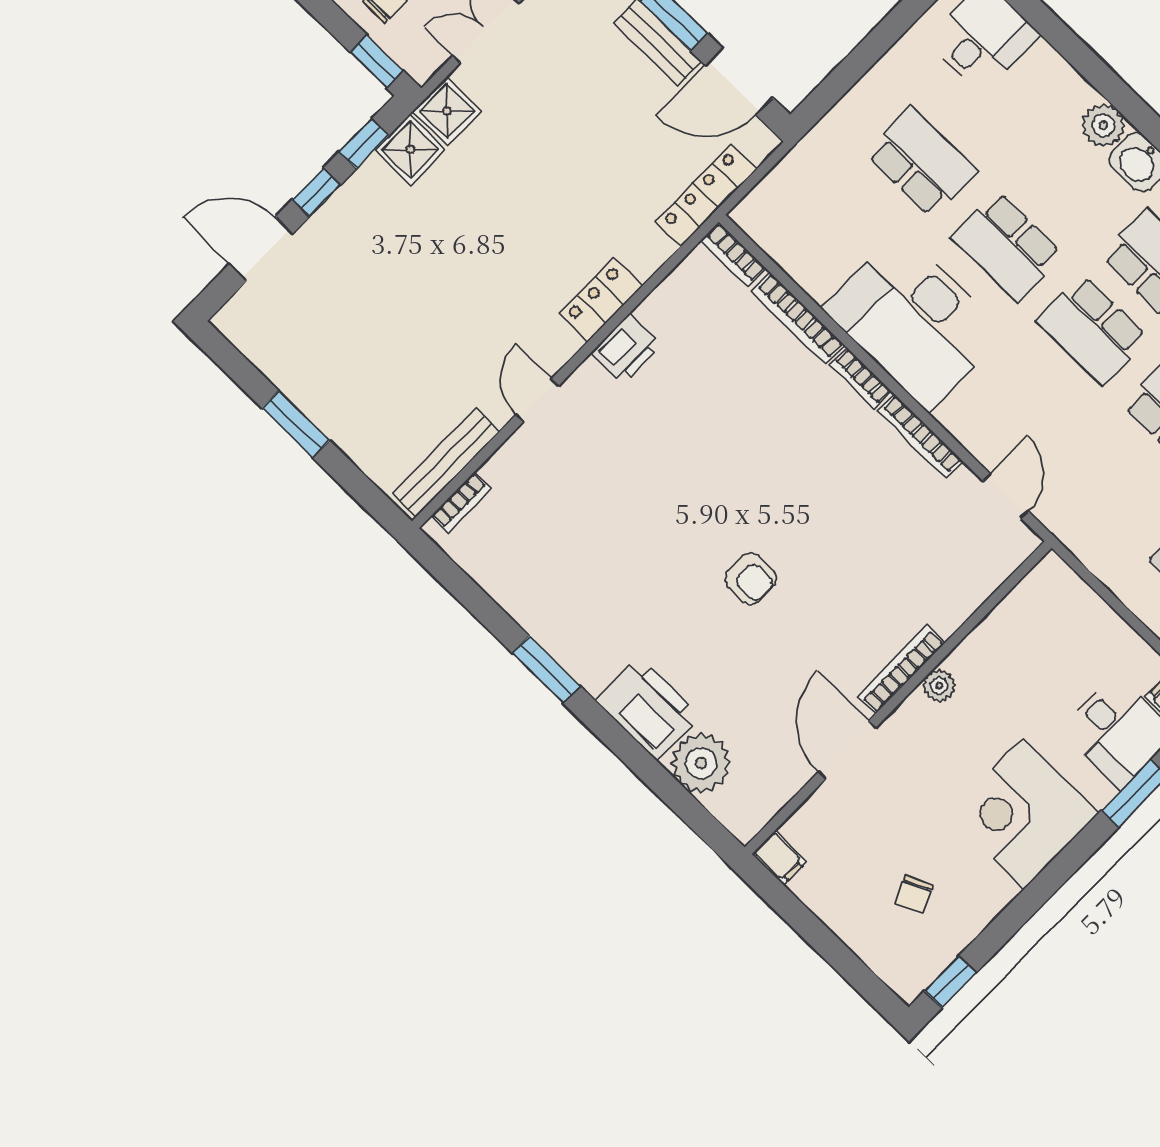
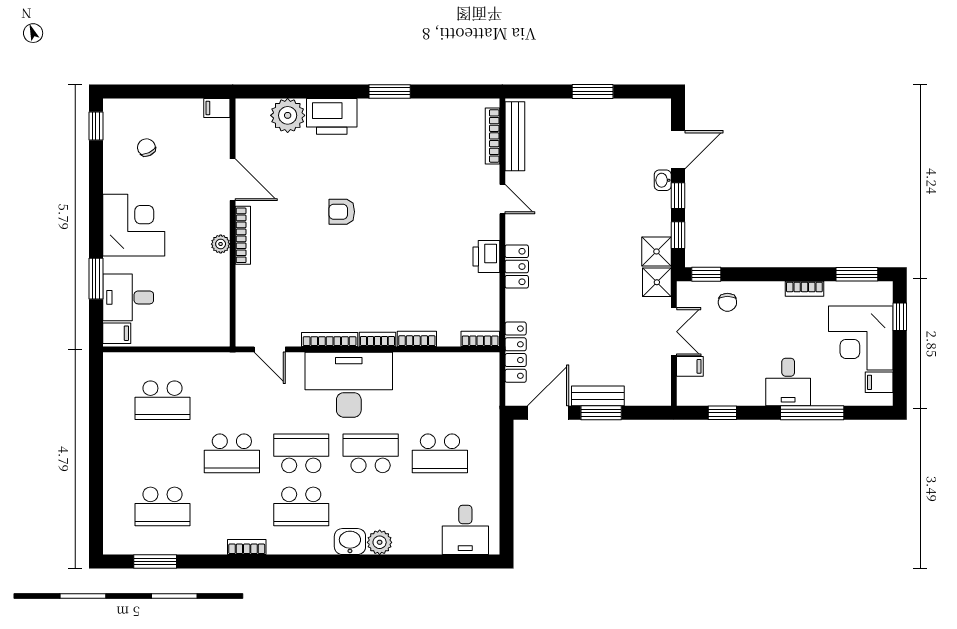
washbasin: (317, 230) -> (663, 180), added
bookcase: (798, 318) -> (417, 339), width x0.64
desk: (914, 321) -> (349, 385), moved
bookcase: (461, 503) -> (492, 136), width x1.56

